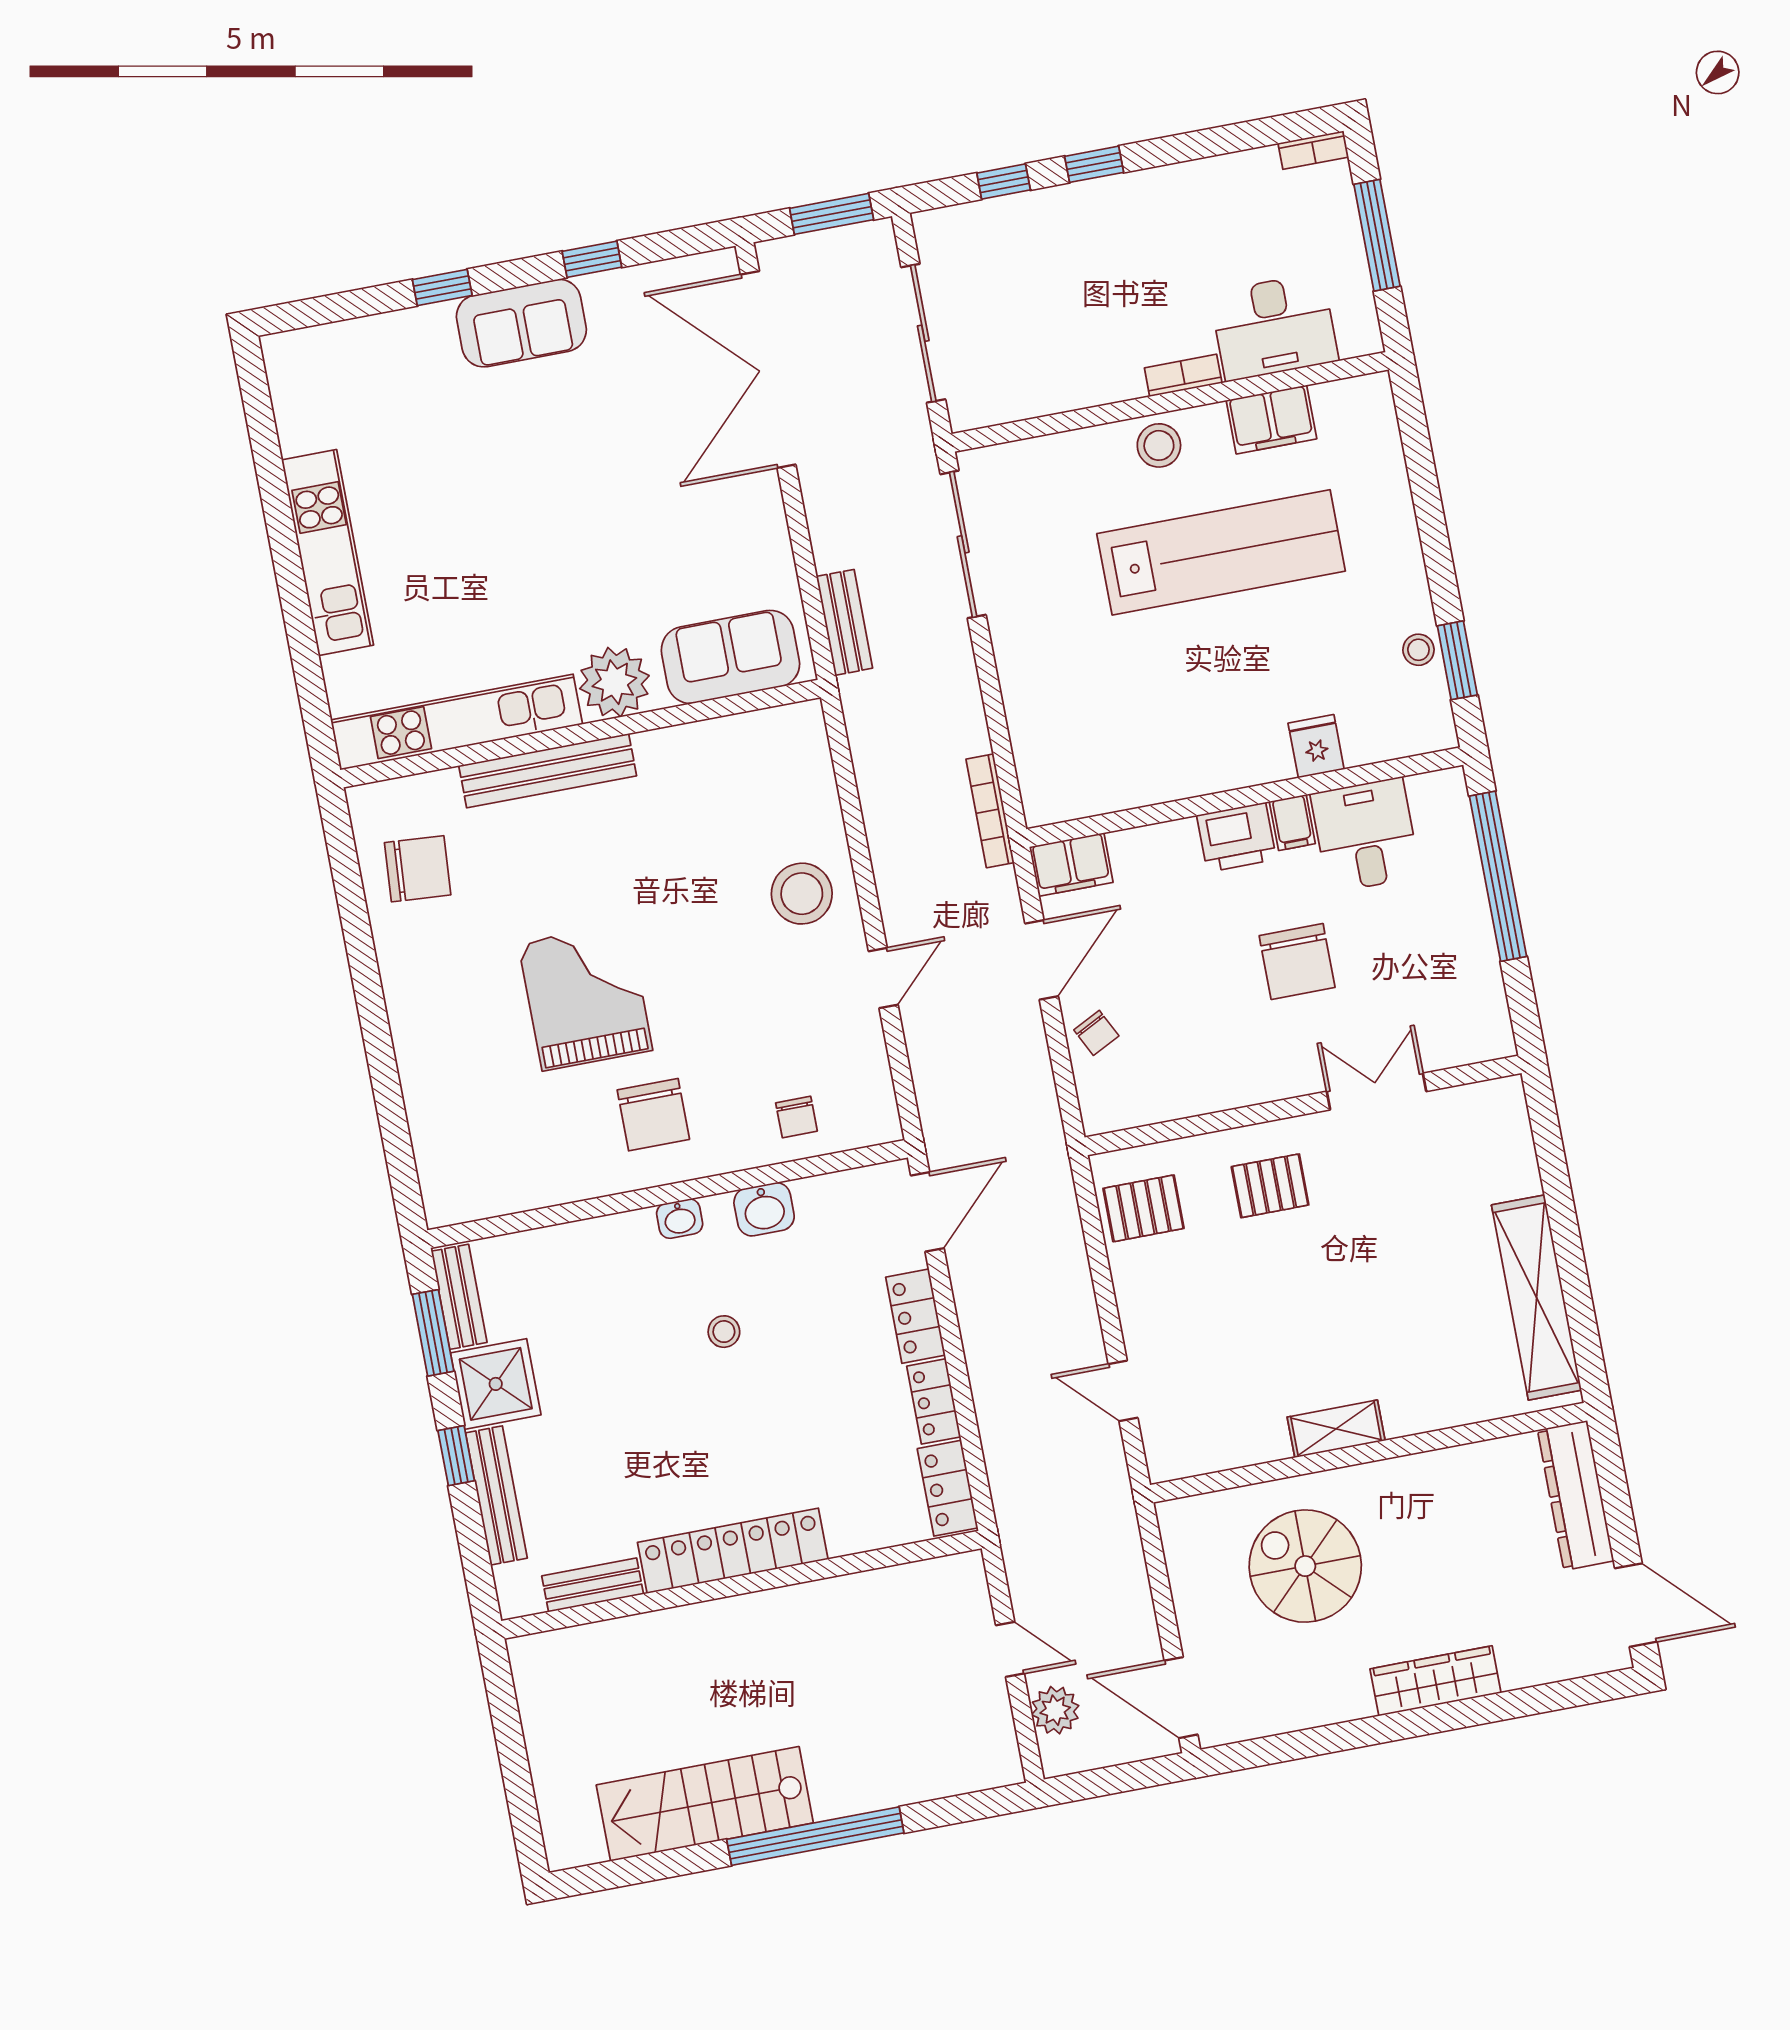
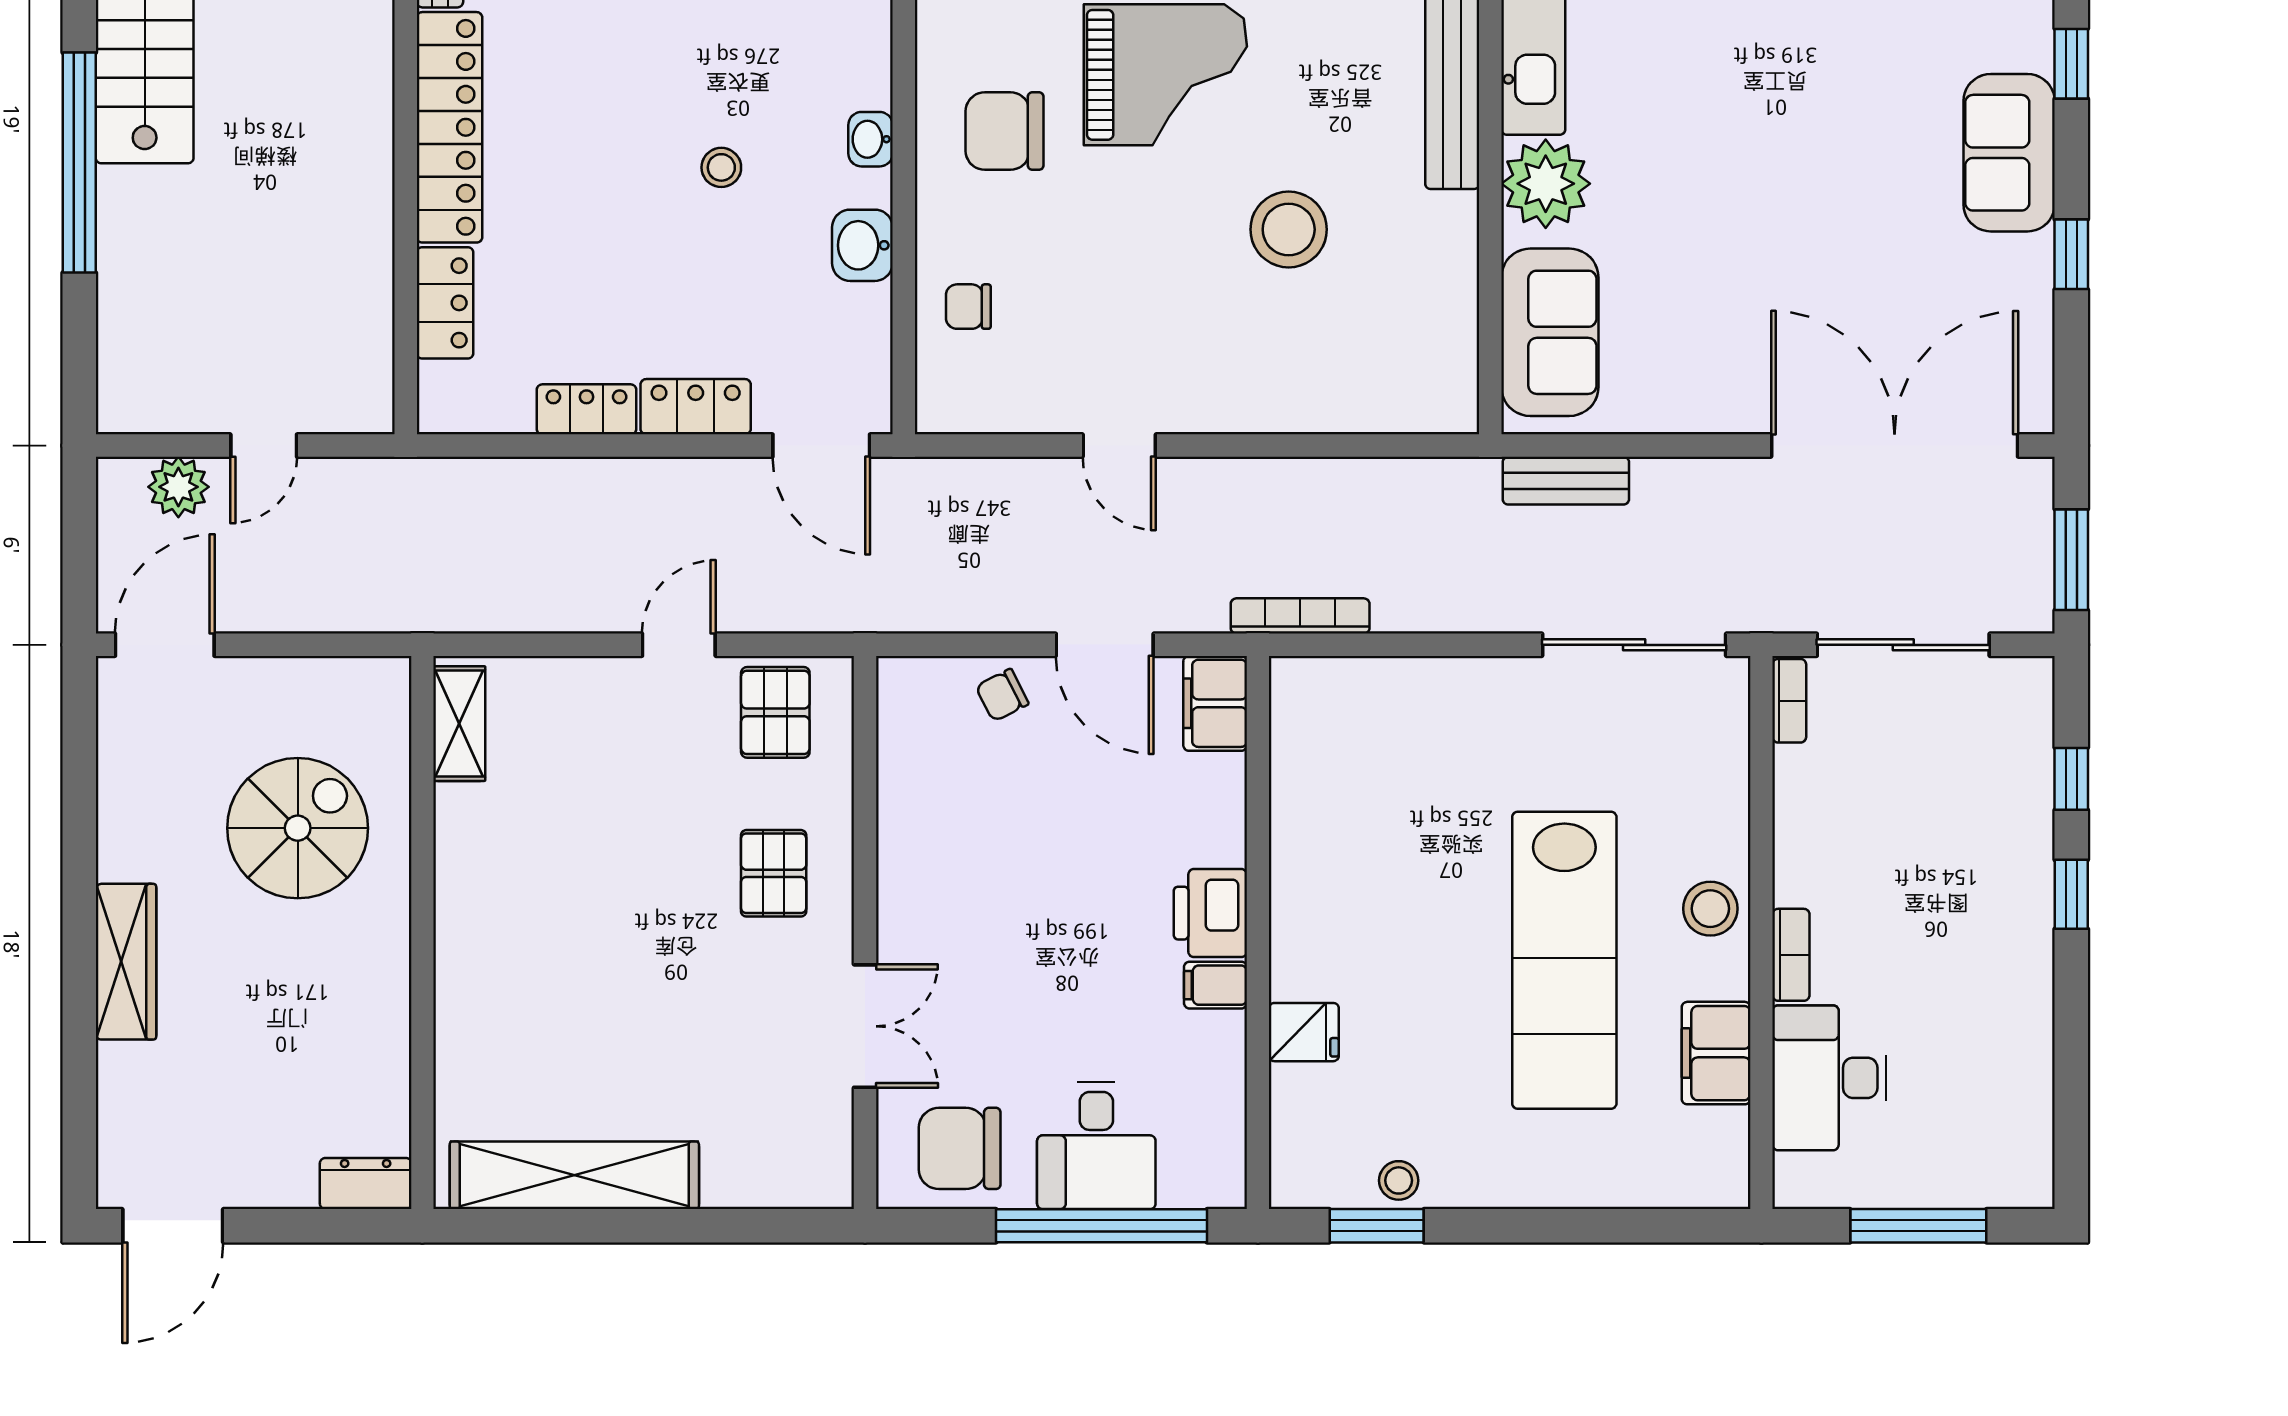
bookcase: (1313, 150) -> (1789, 701), moved, turned 180
desk: (1365, 835) -> (1096, 1145), moved, turned 90
stool: (802, 894) -> (1289, 229), moved
chair: (1297, 962) -> (960, 1148), moved
door: (1123, 1391) -> (679, 645), moved
shelving: (1336, 1429) -> (459, 724), moved
locker: (948, 1488) -> (445, 303), moved, turned 90
dresser: (1576, 1495) -> (366, 1183), width x0.51, depth x0.80

